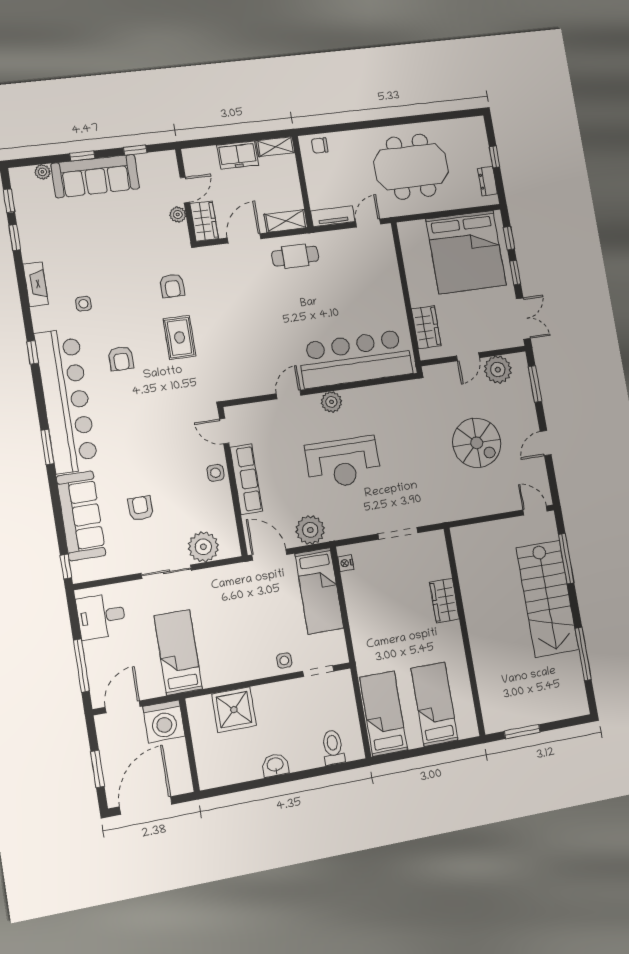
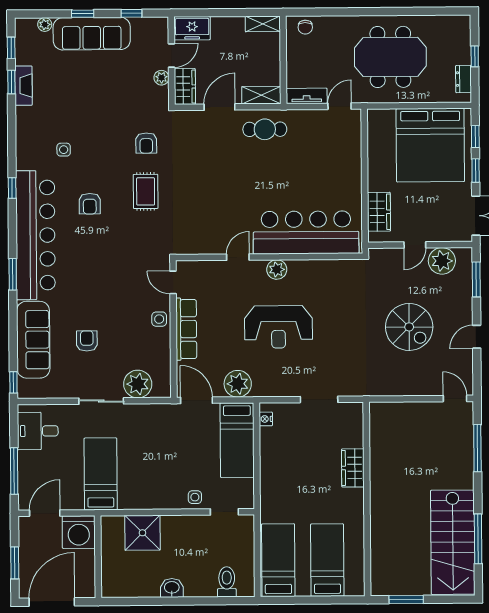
chair: (320, 146) -> (305, 27), turned -90
freezer: (238, 155) -> (192, 28), moved
fireplace: (36, 284) -> (24, 86), moved
stairs: (547, 599) -> (453, 542), moved

